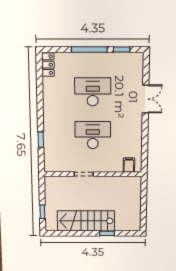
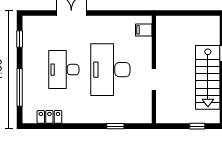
window: (89, 50) -> (20, 87), moved
locker: (48, 65) -> (49, 117), moved
desk: (93, 135) -> (110, 70), width x1.36, depth x1.30

